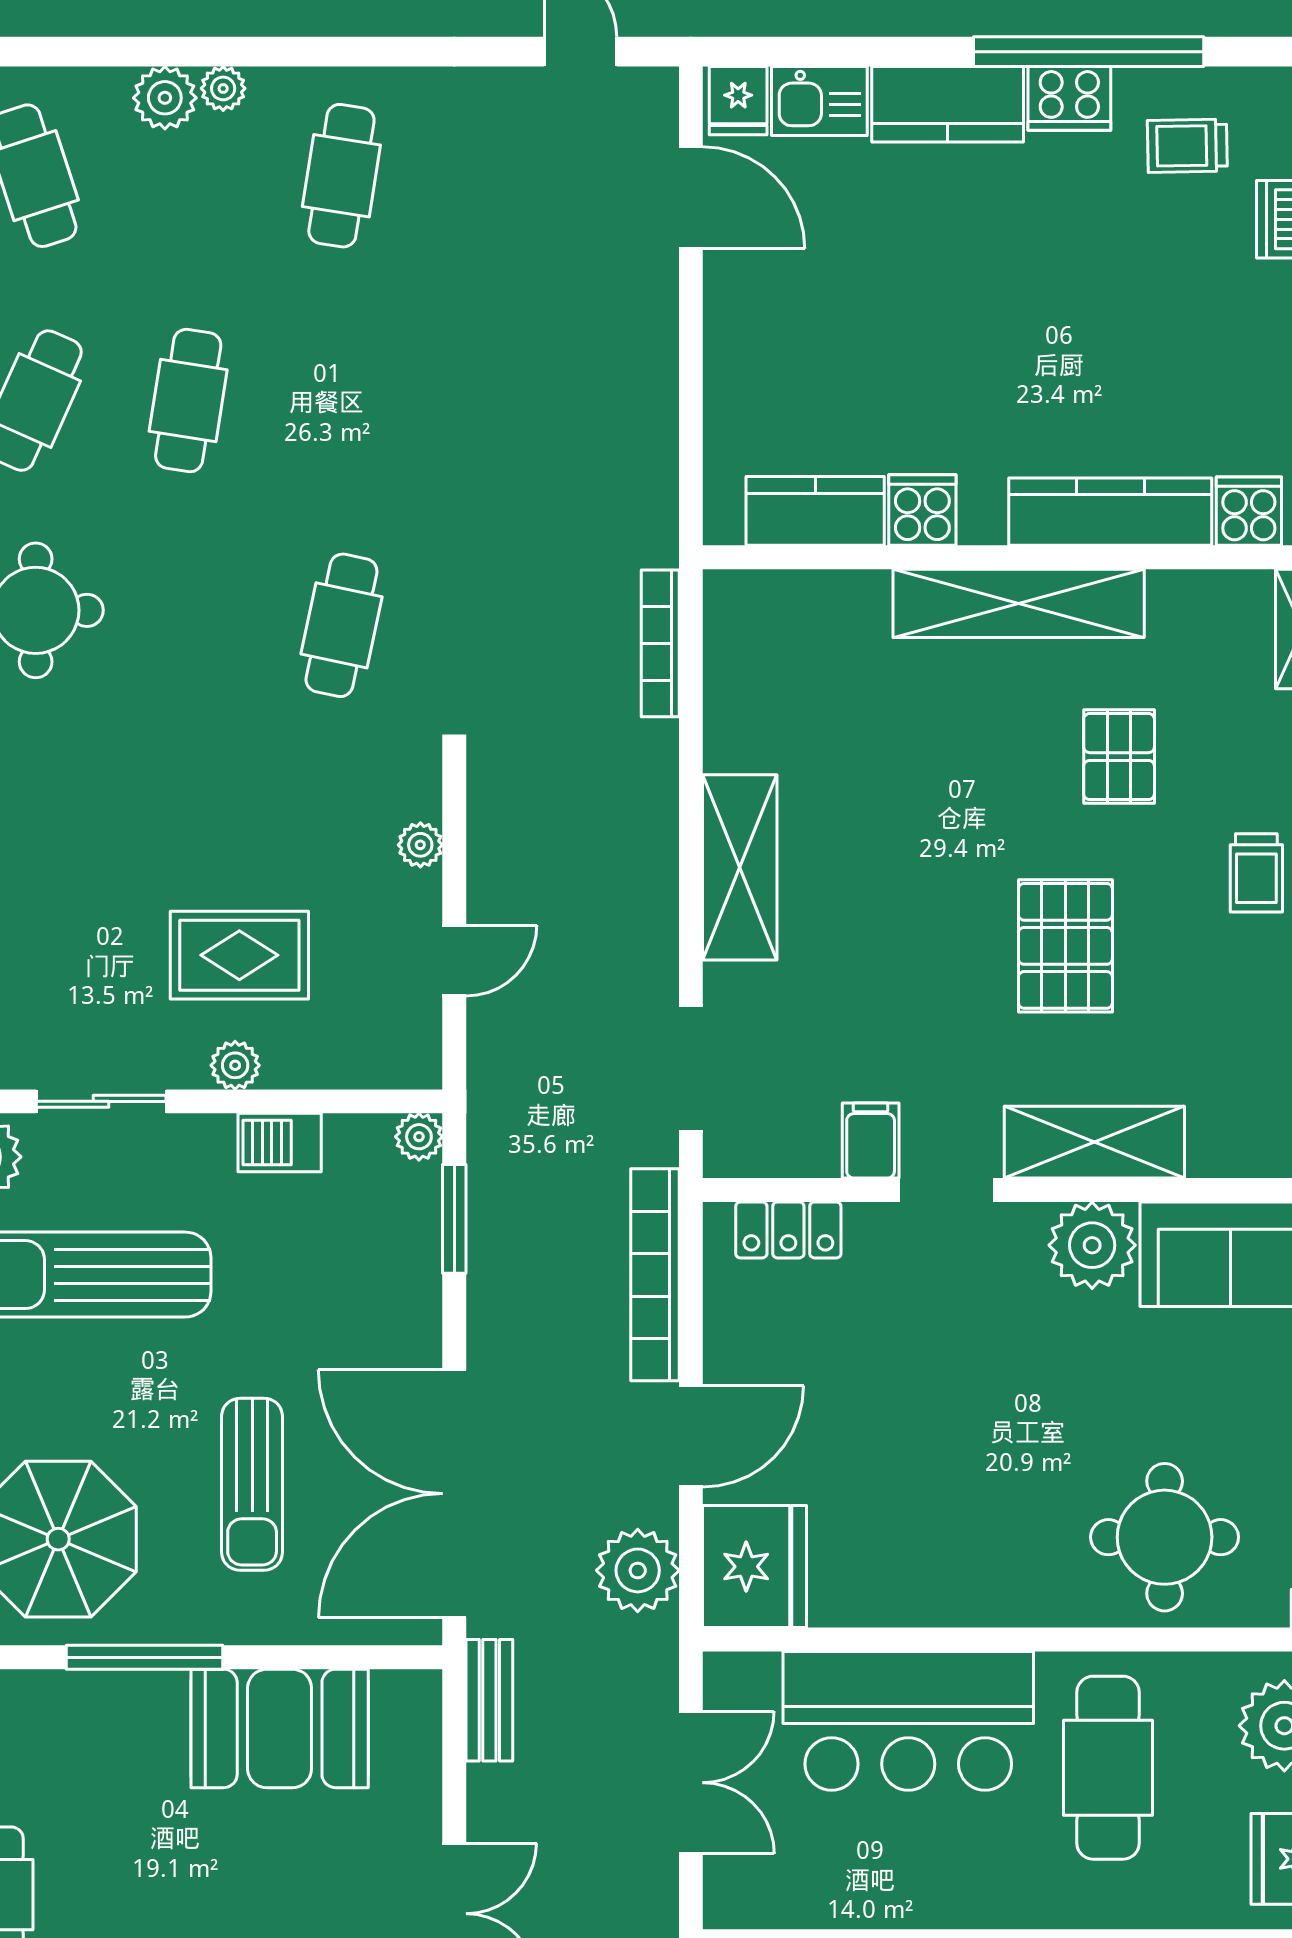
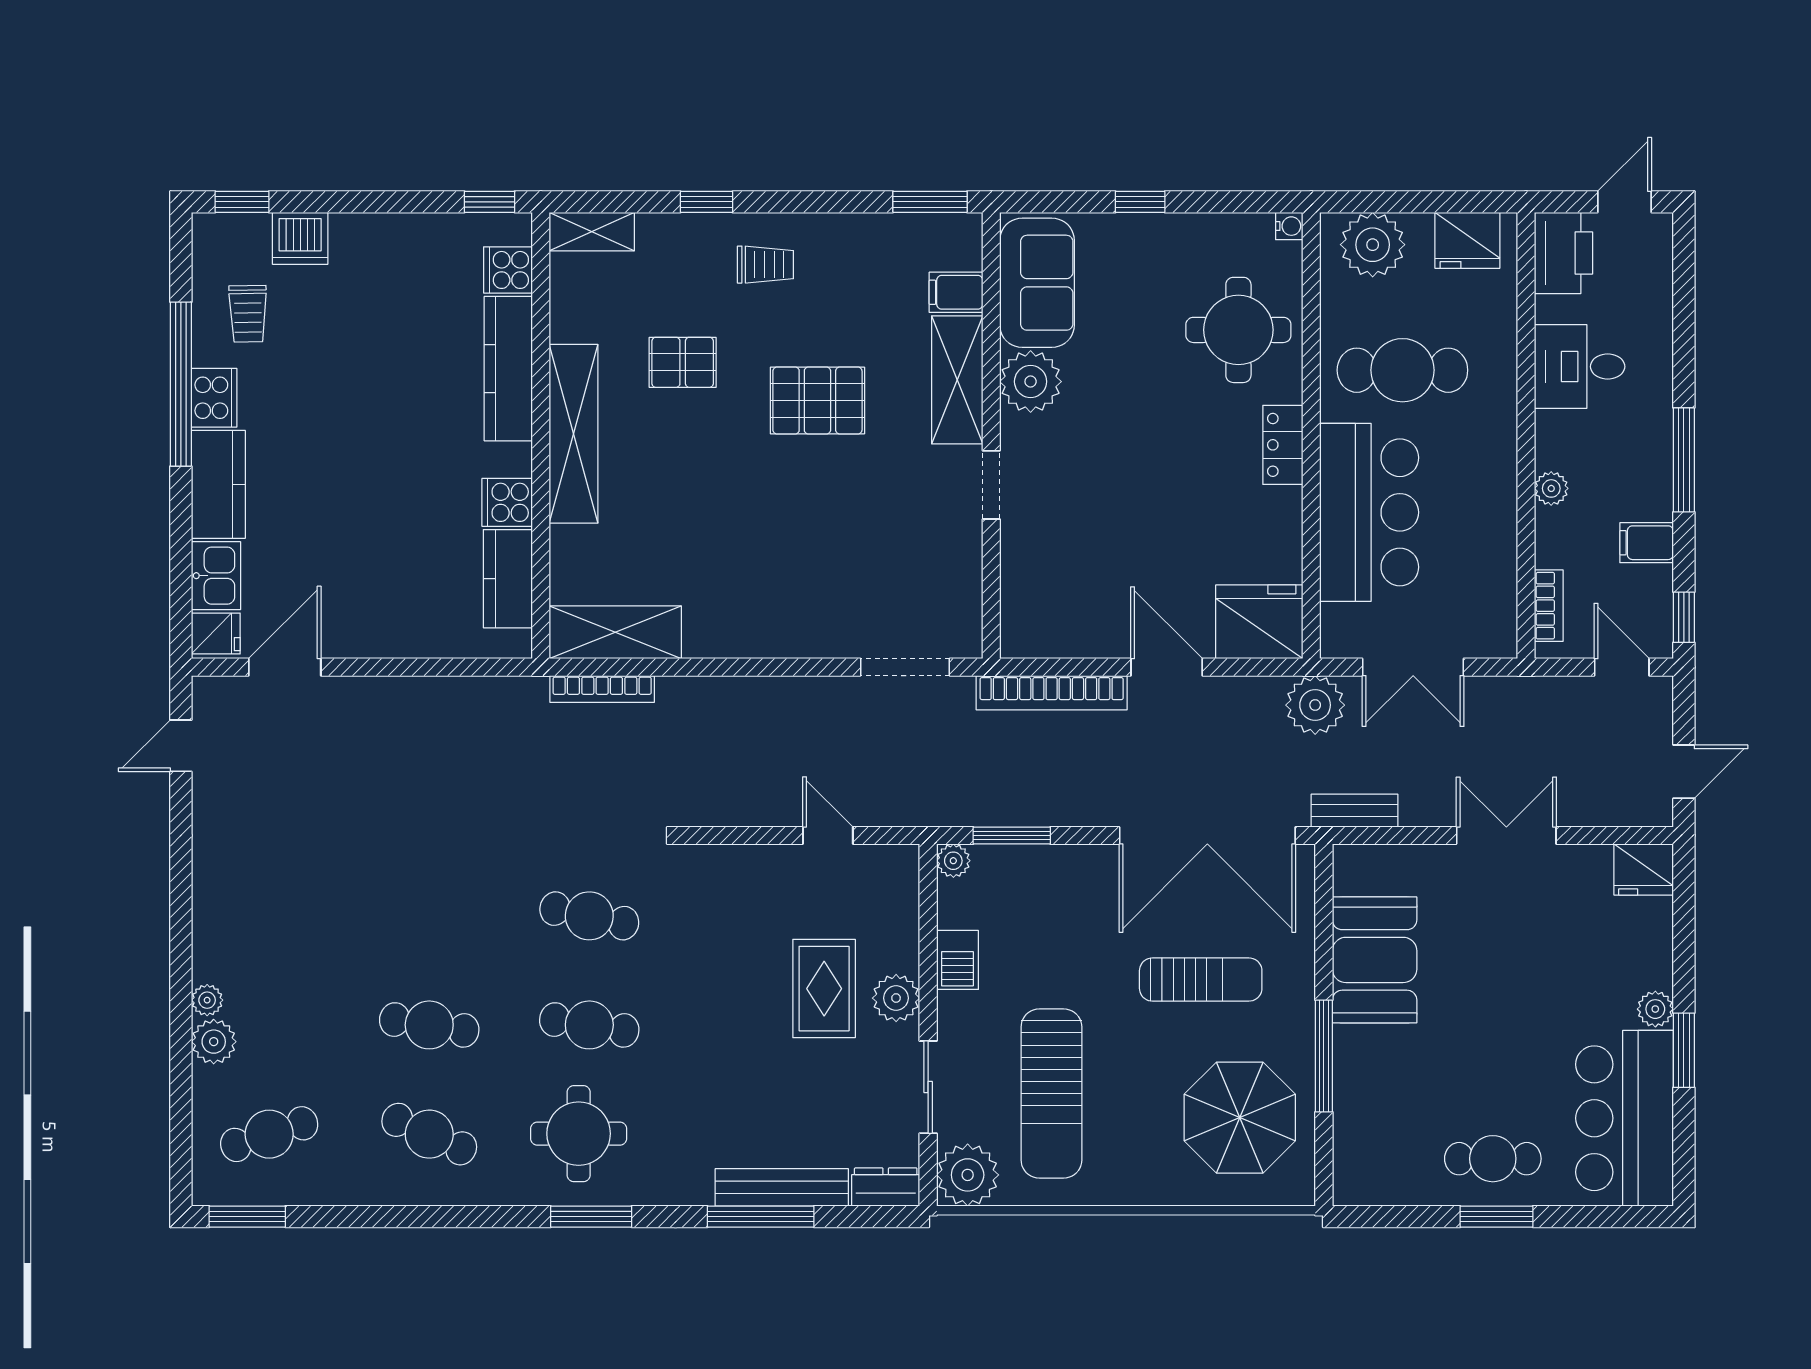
cafe table: (341, 176) -> (589, 1025), moved
plant: (420, 845) -> (745, 860), removed
shelving: (740, 867) -> (615, 632), moved
plant: (235, 1065) -> (896, 998), width x1.38, depth x1.38
filing cabinet: (871, 1141) -> (956, 292), moved
locker: (788, 1230) -> (1283, 445), moved, turned 180
plant: (638, 1570) -> (1315, 705), moved
double door: (691, 1783) -> (1413, 667), swing flipped

